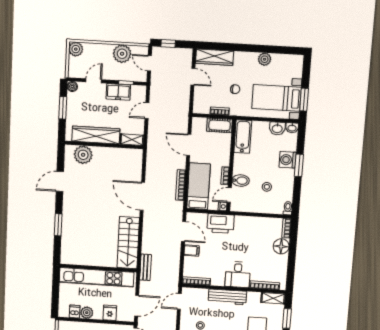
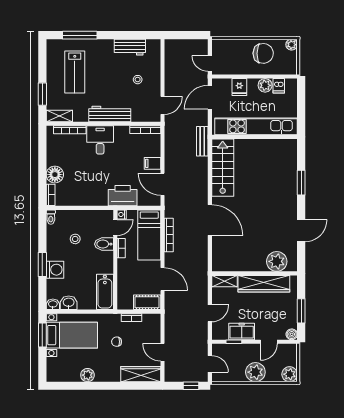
plant: (122, 54) -> (255, 372), moved
cot: (220, 125) -> (147, 302), moved

